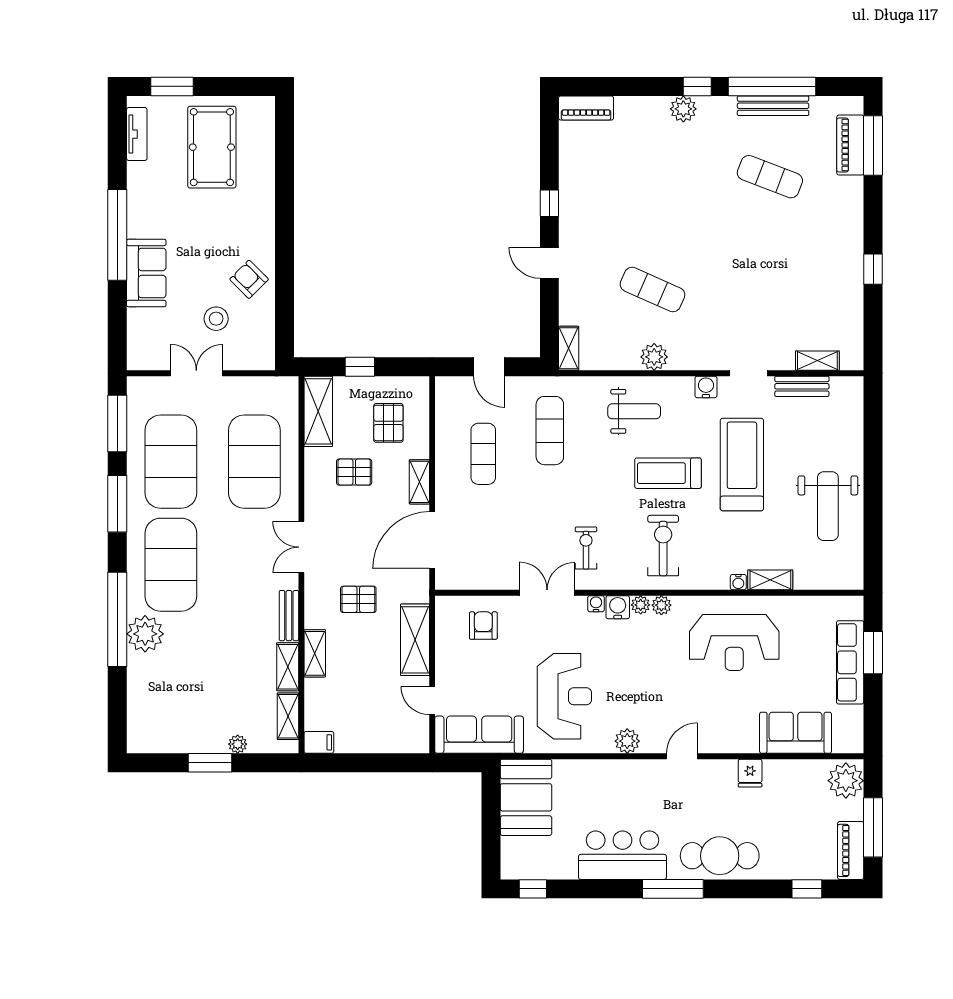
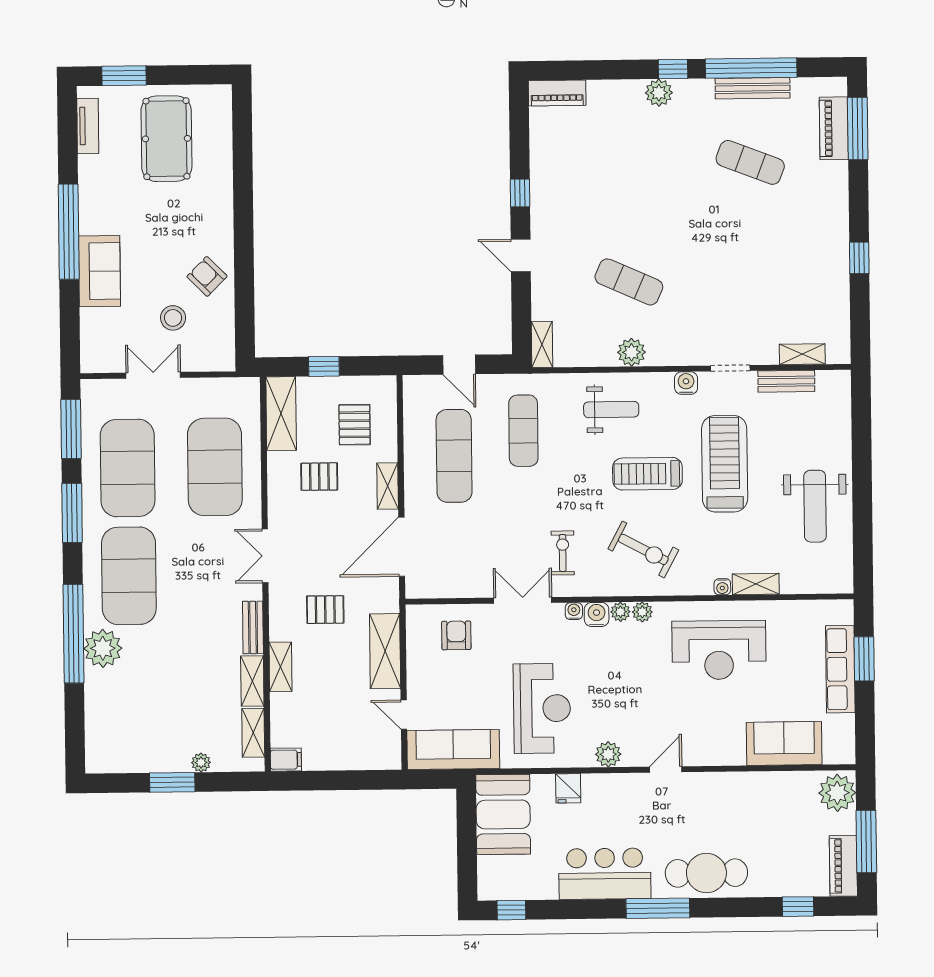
exercise mat: (483, 454) -> (454, 456), width x1.36, depth x1.45
exercise bike: (663, 546) -> (643, 549), turned 118
fridge: (750, 773) -> (568, 788), moved

